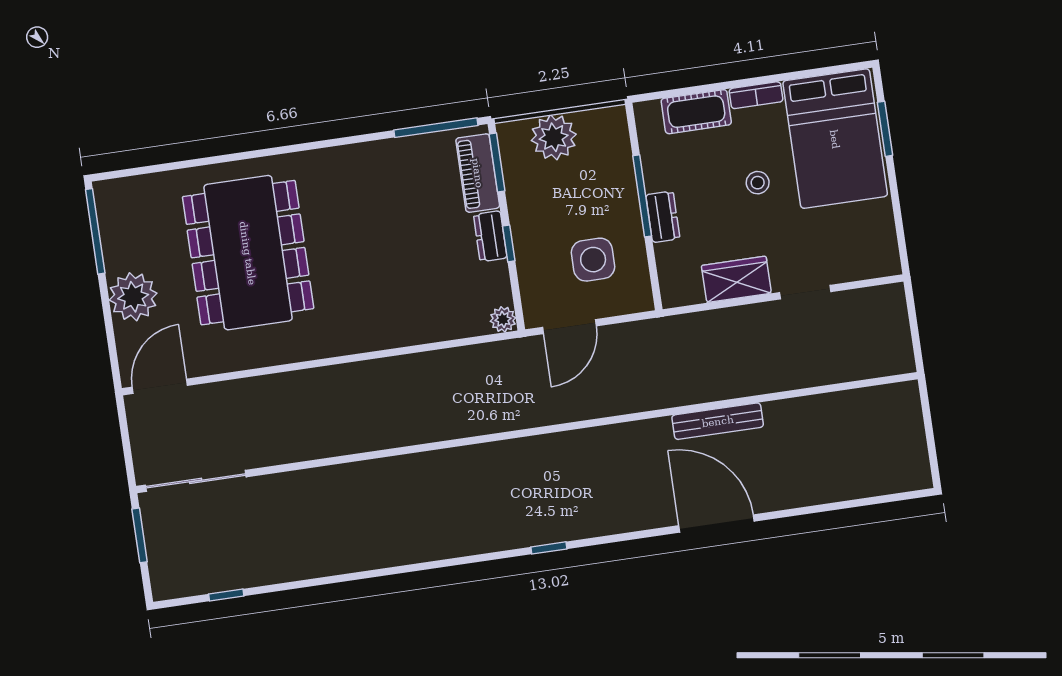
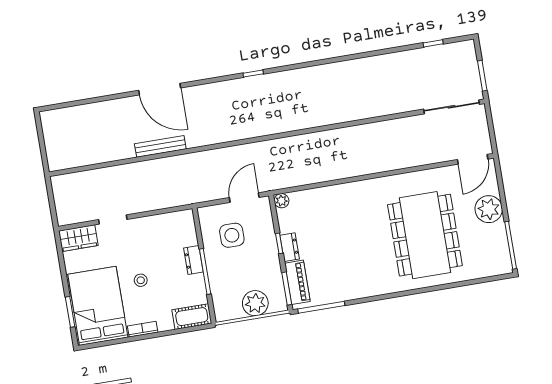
cot: (696, 112) -> (192, 317), moved
wardrobe: (736, 279) -> (78, 238), moved

